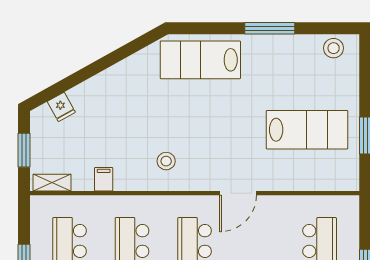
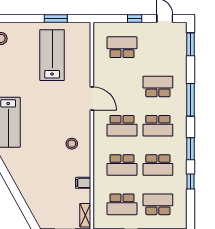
fridge: (61, 107) -> (38, 209), removed

